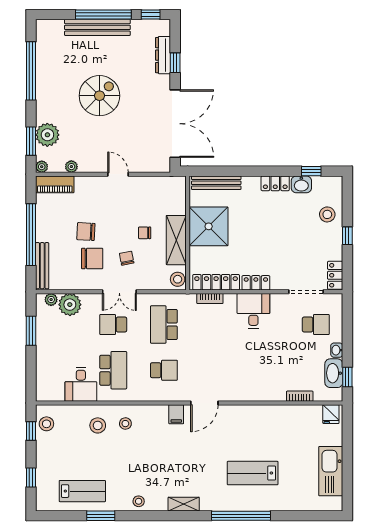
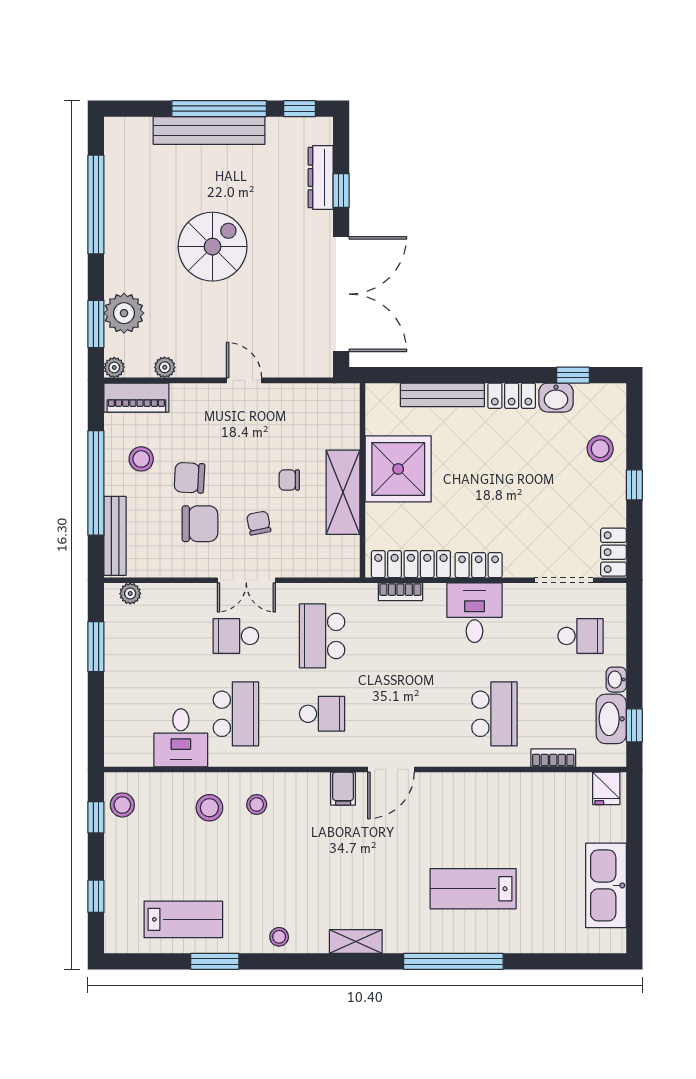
bench: (216, 183) -> (442, 395), moved
stool: (178, 279) -> (141, 459), moved
plant: (70, 305) -> (162, 602), removed
school desk: (265, 370) -> (494, 714), added

